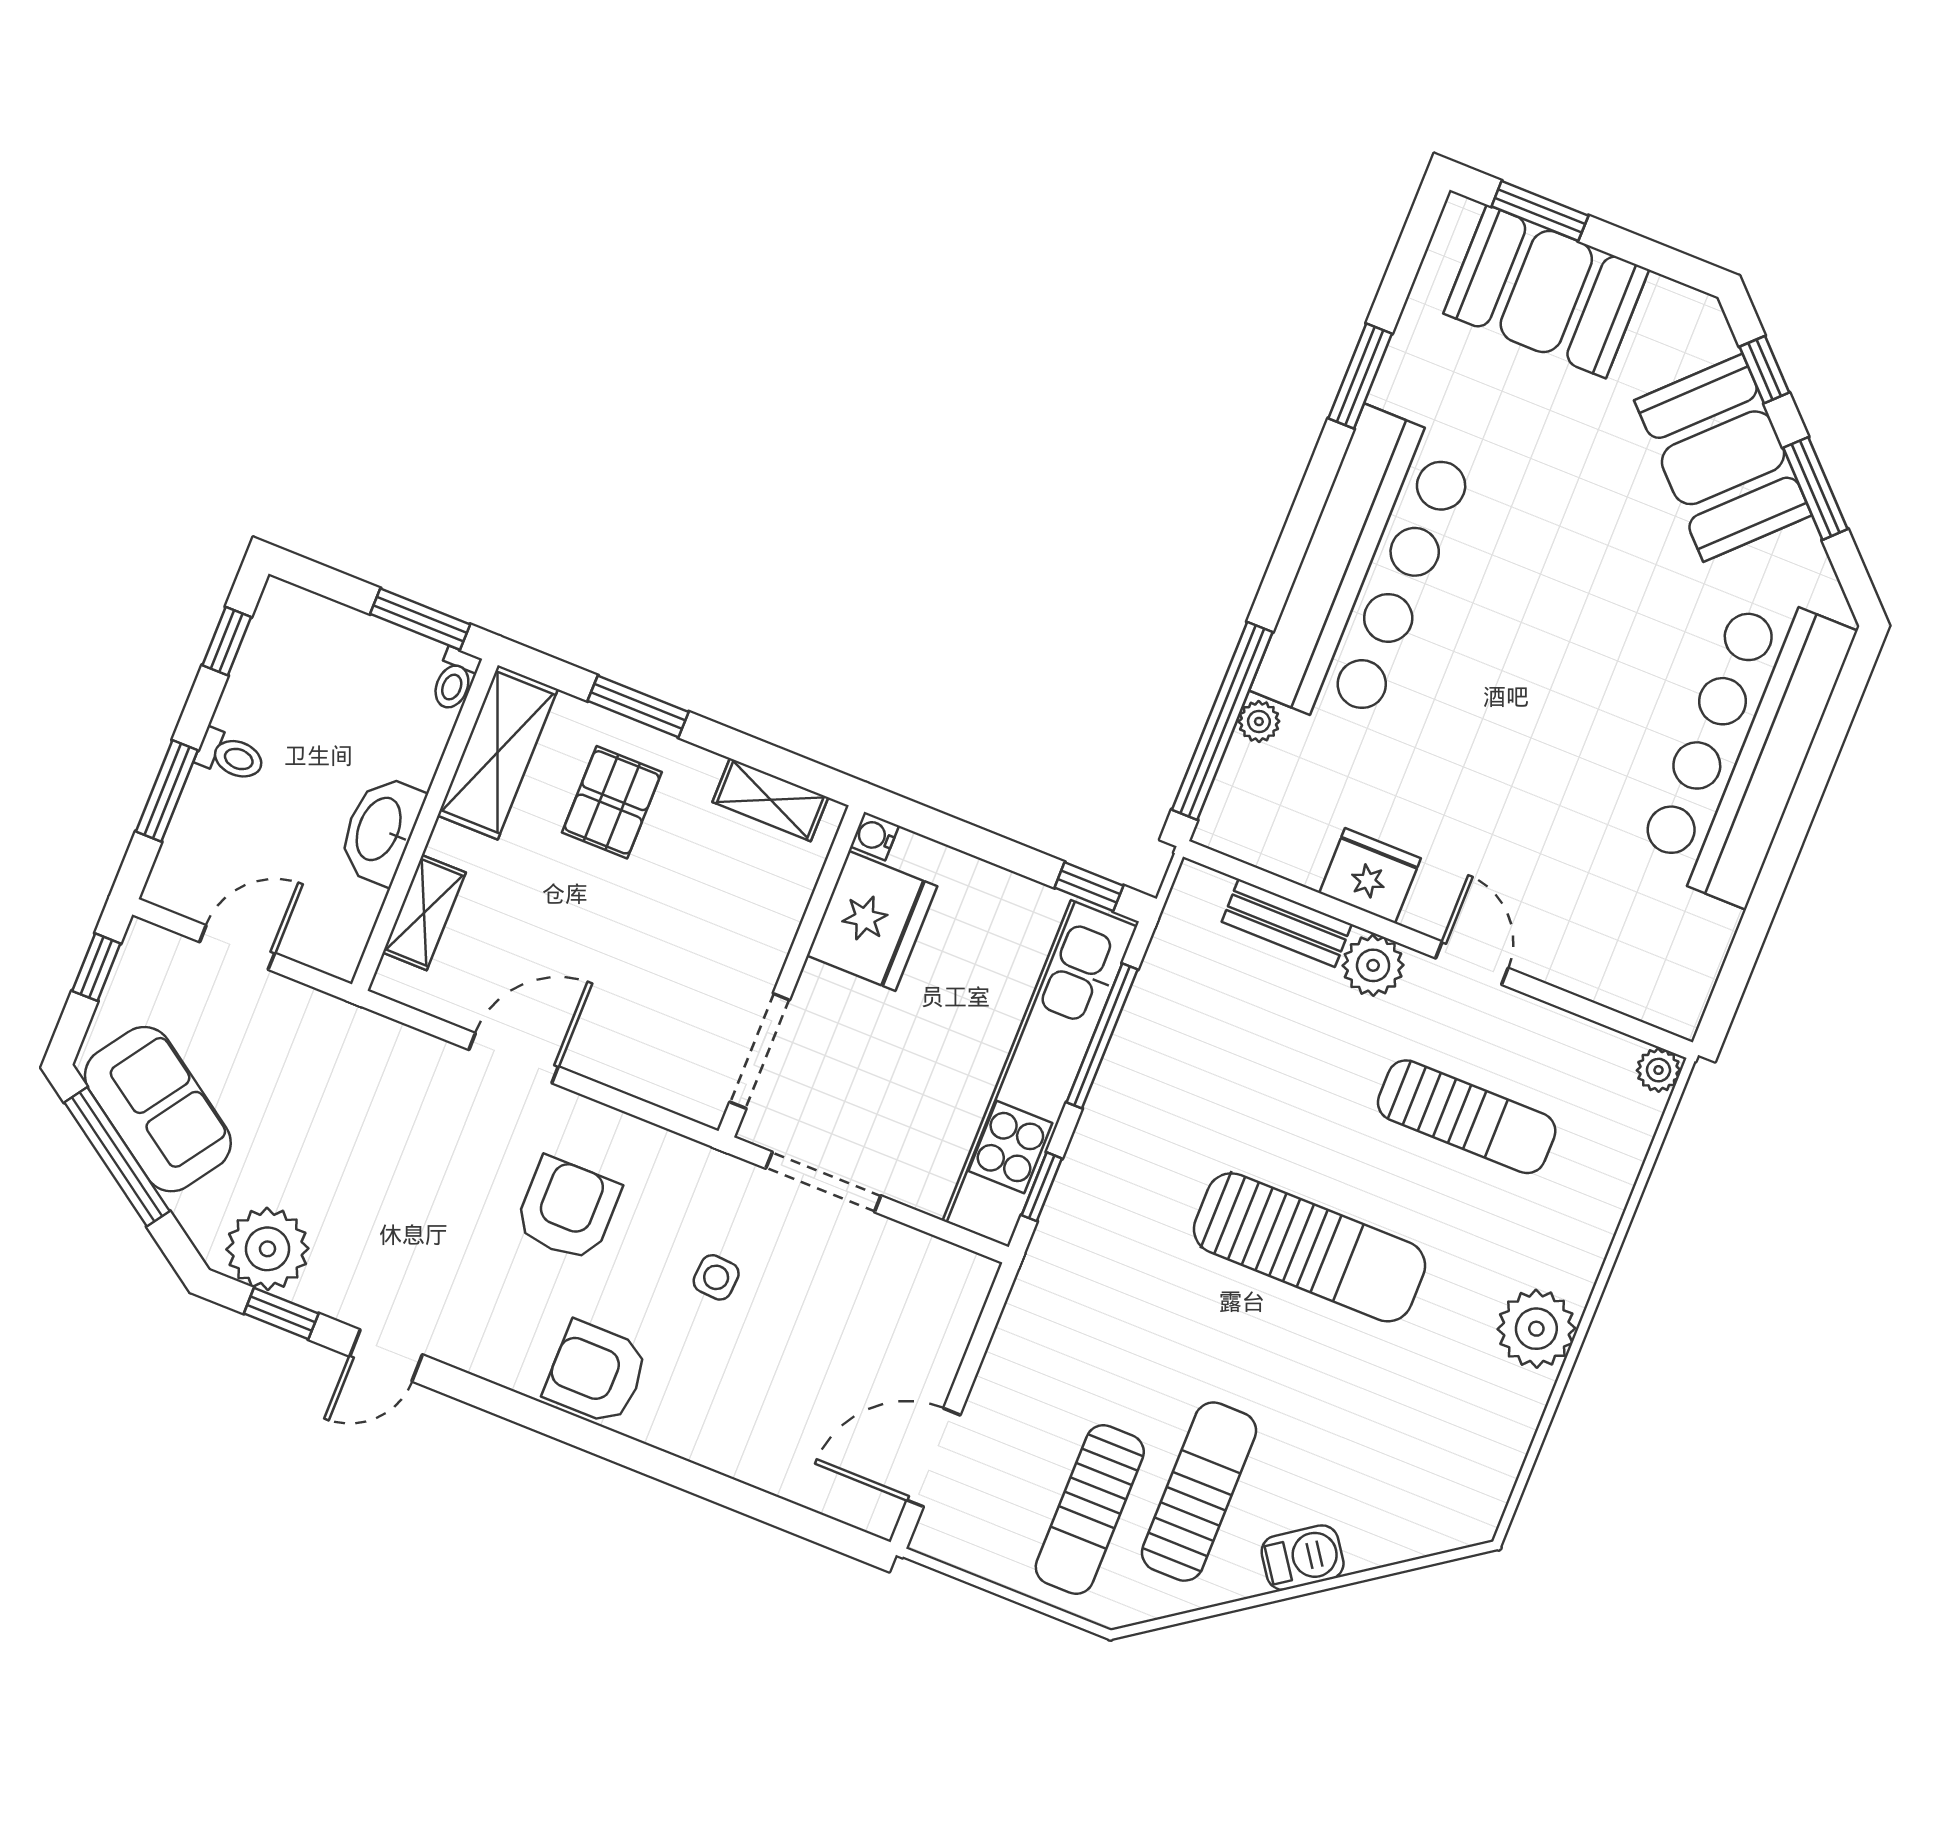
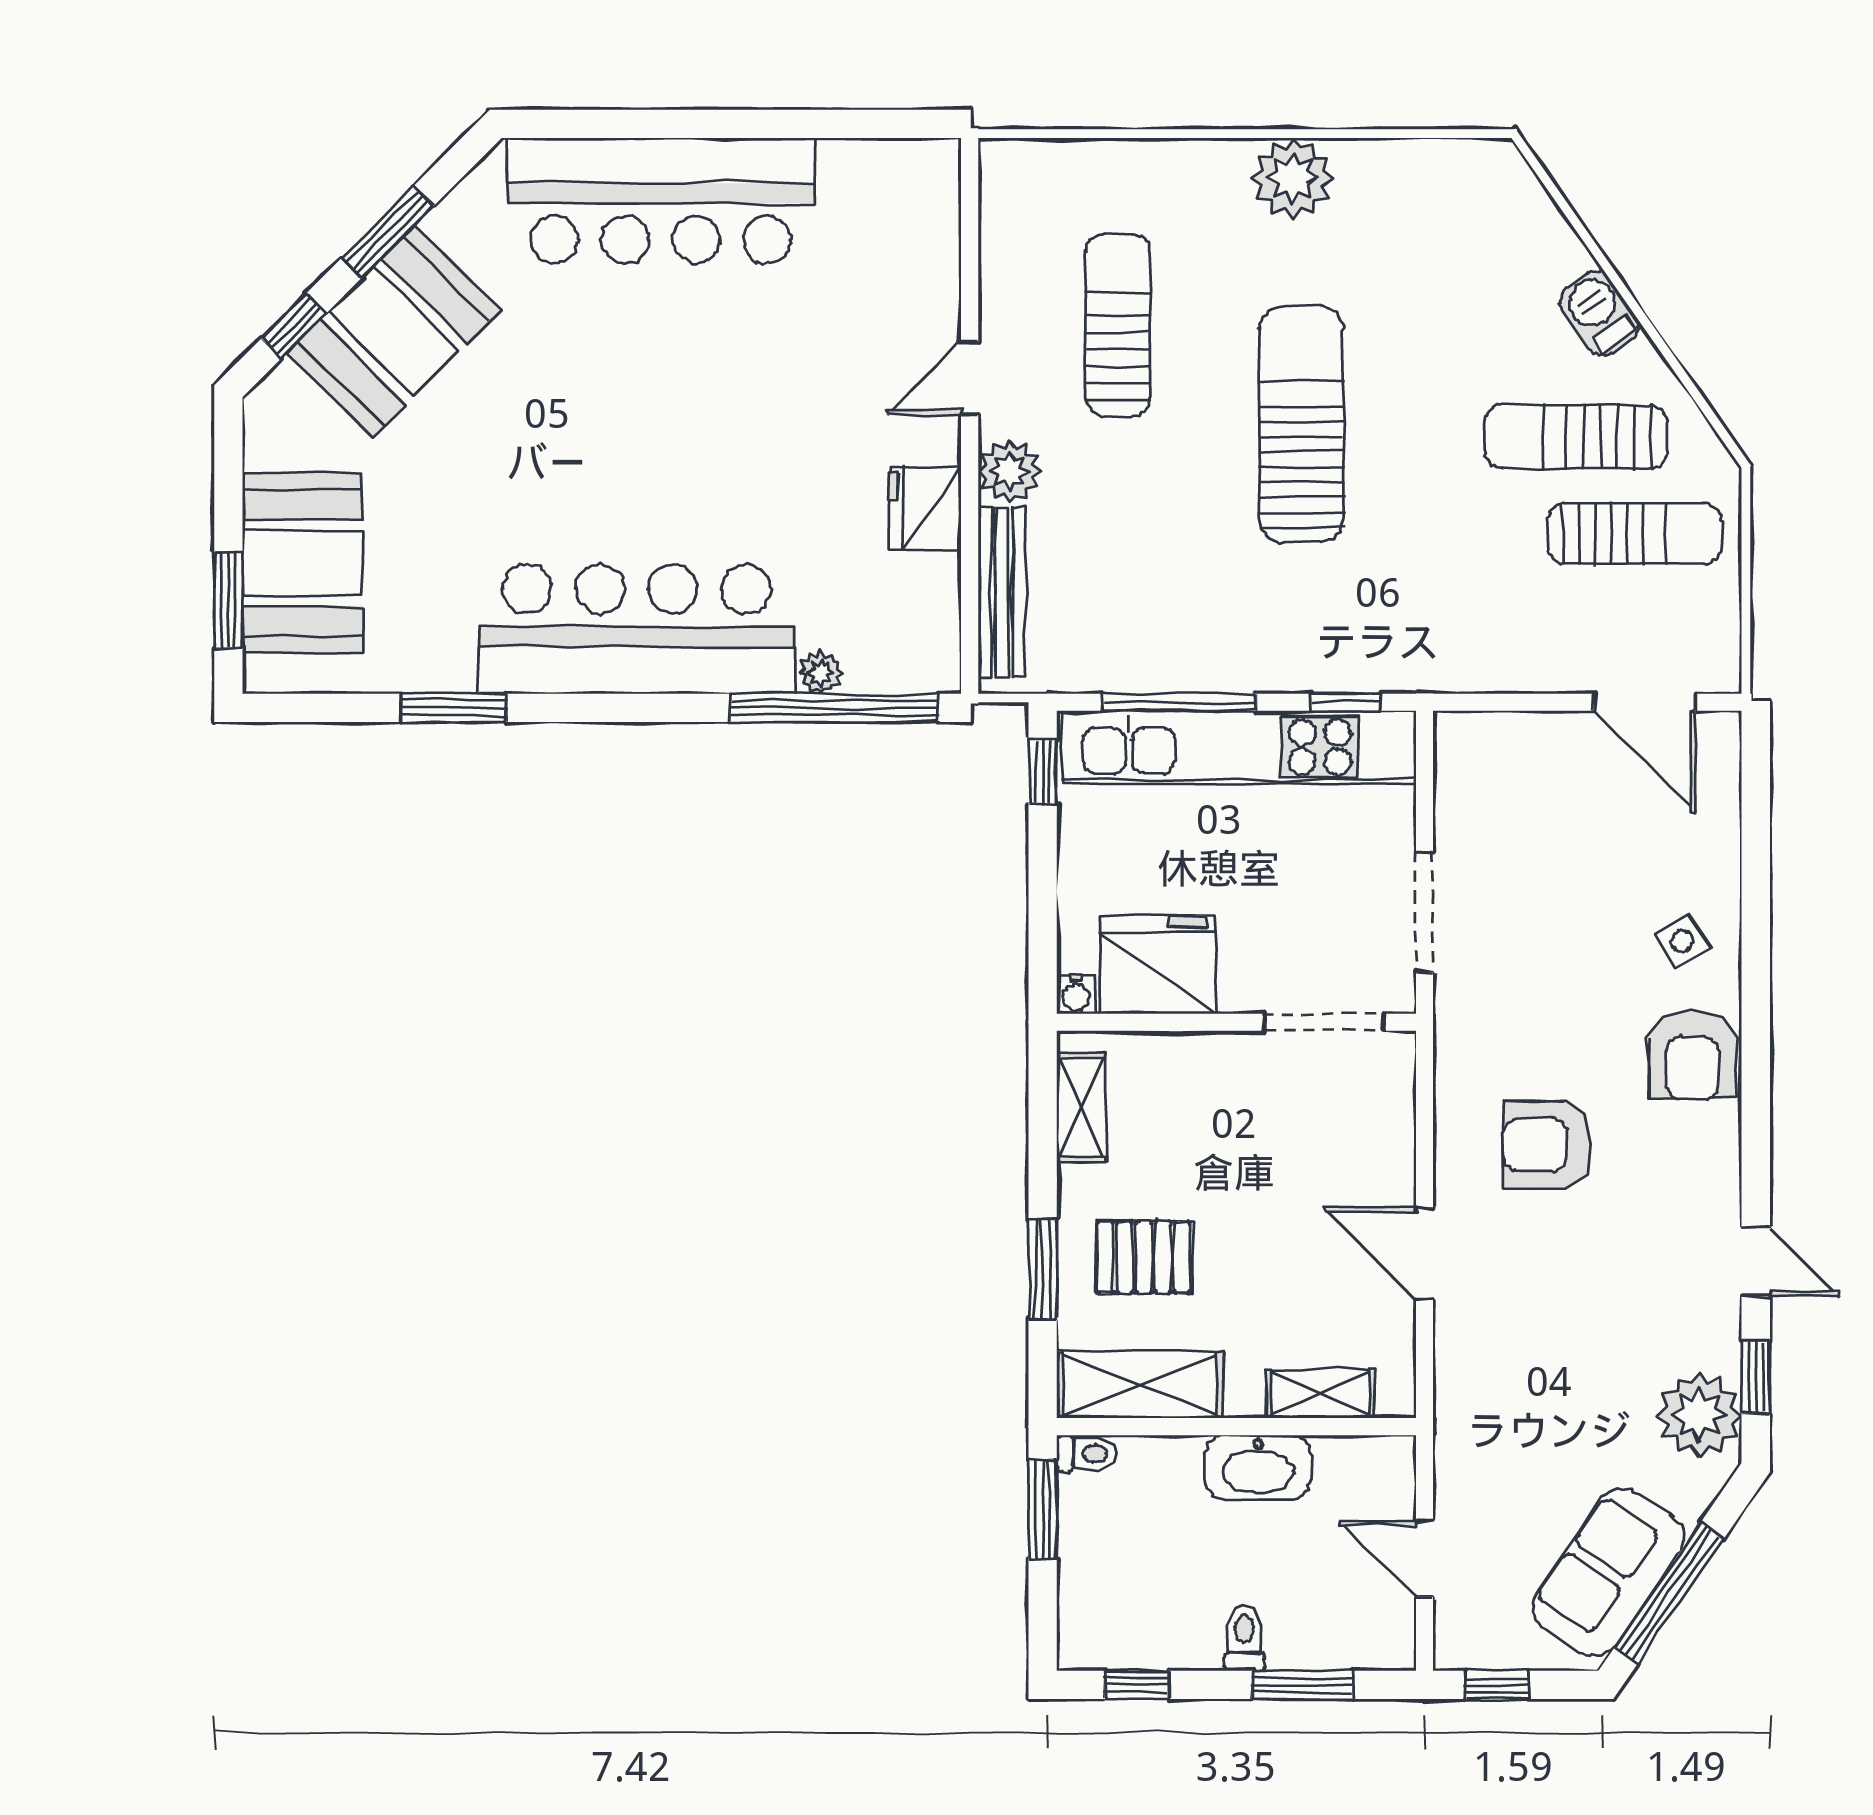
bench: (1287, 923) -> (1002, 592), width x1.36
plant: (1658, 1070) -> (1000, 160), removed
side table: (716, 1277) -> (1682, 941), moved, turned -36

